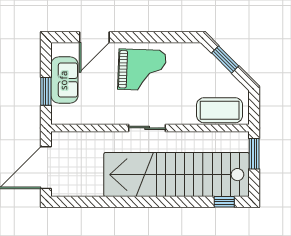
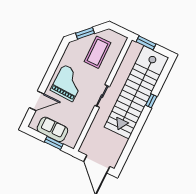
door: (94, 37) -> (37, 101), hinge flipped
coffee table: (220, 110) -> (98, 52), moved
window: (224, 202) -> (151, 101), moved

